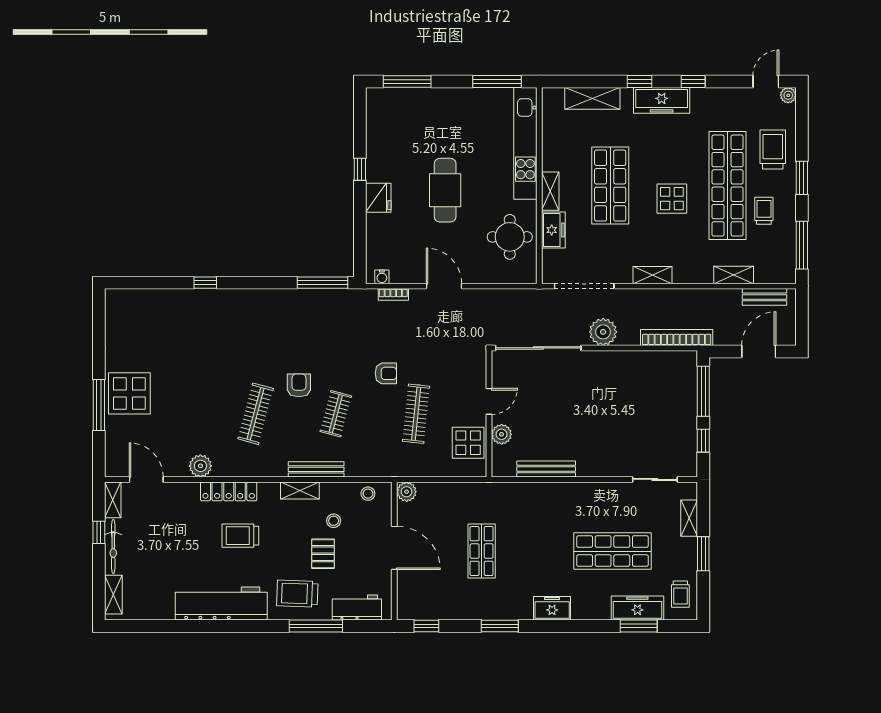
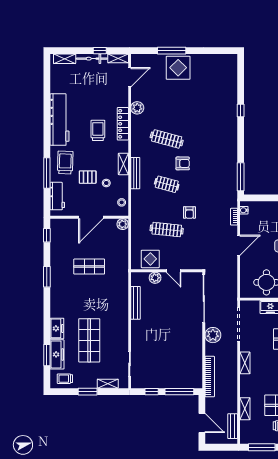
freezer: (552, 608) -> (57, 328), moved

